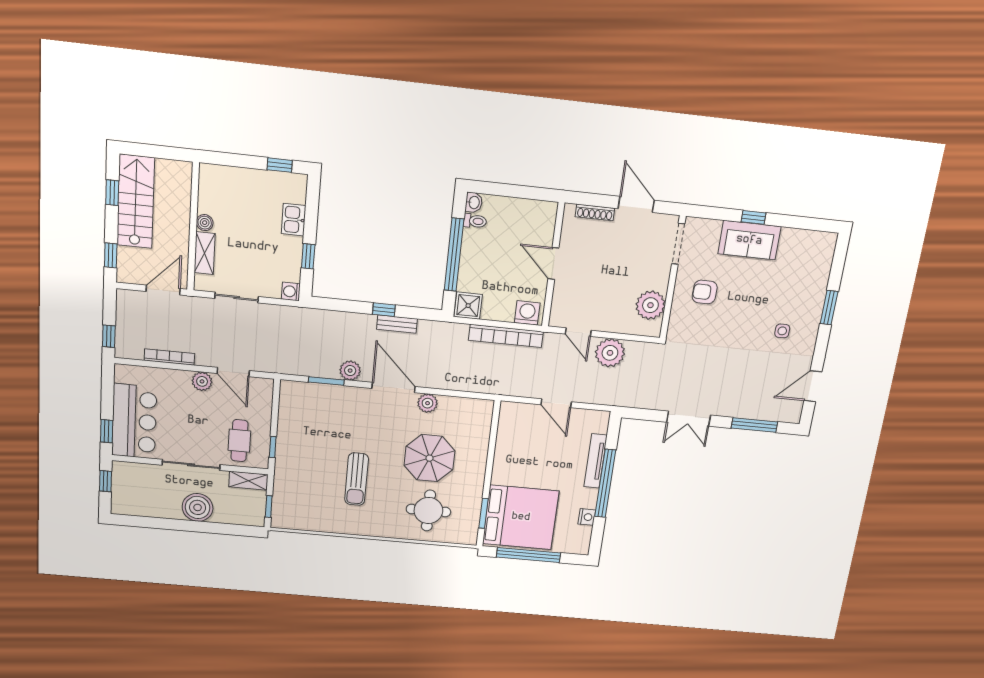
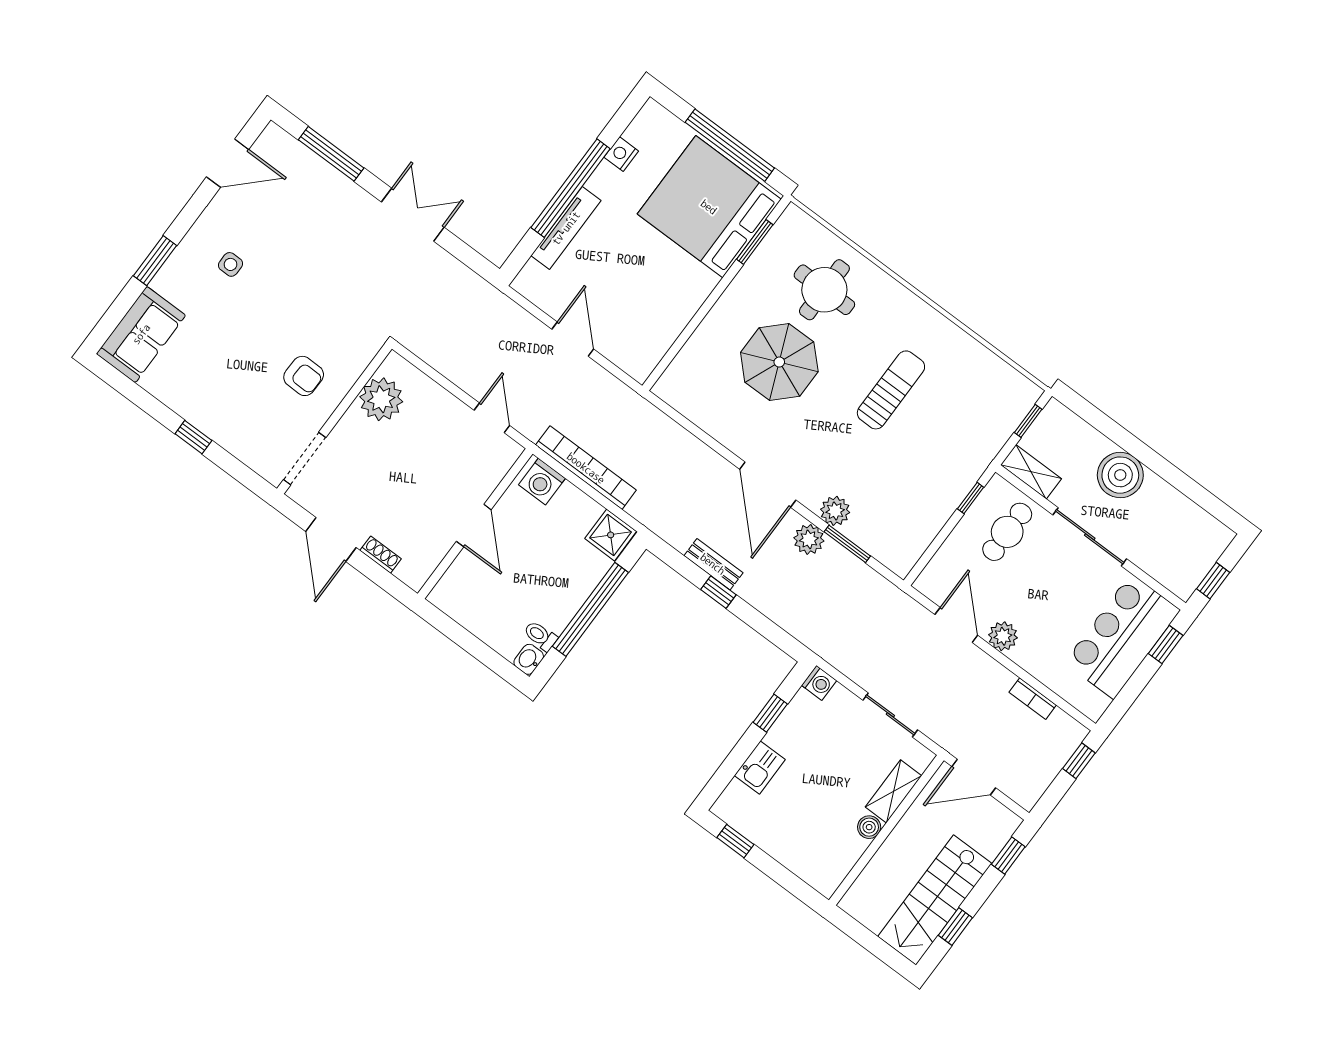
shoe rack: (595, 212) -> (381, 555), width x0.70
sofa: (749, 240) -> (141, 334), moved, turned 90
plant: (610, 353) -> (467, 366), removed
bookcase: (169, 357) -> (1033, 699), width x0.64
plant: (428, 403) -> (835, 511), moved

